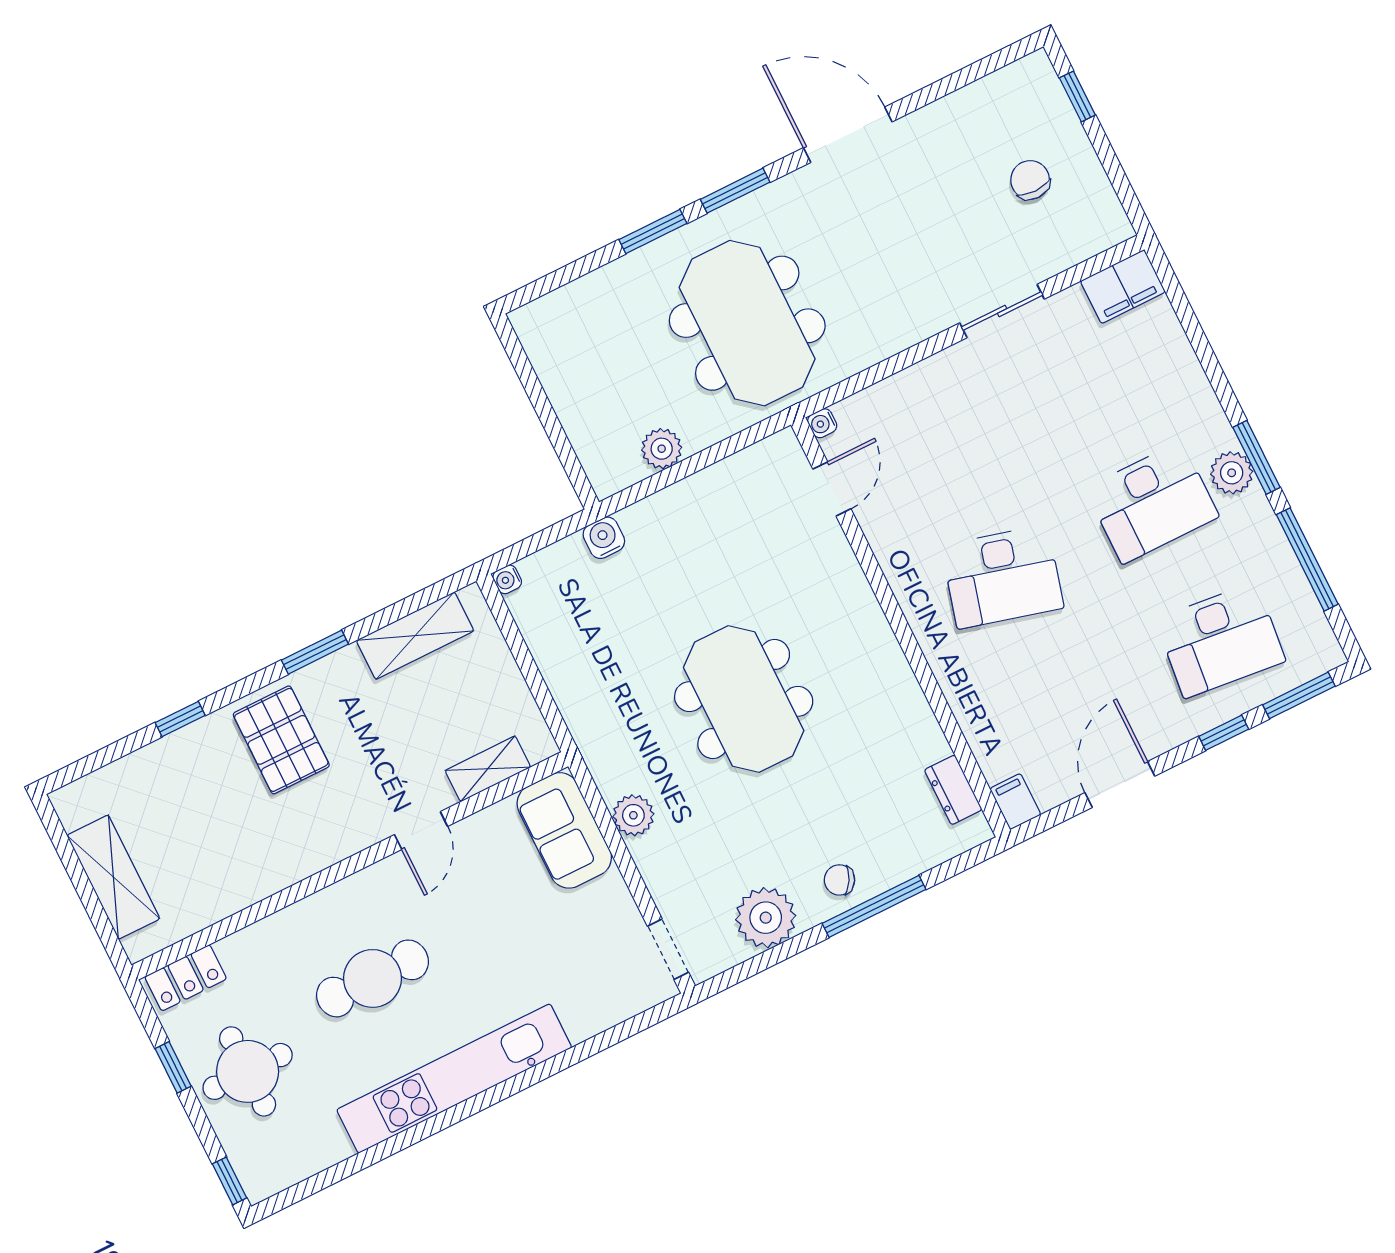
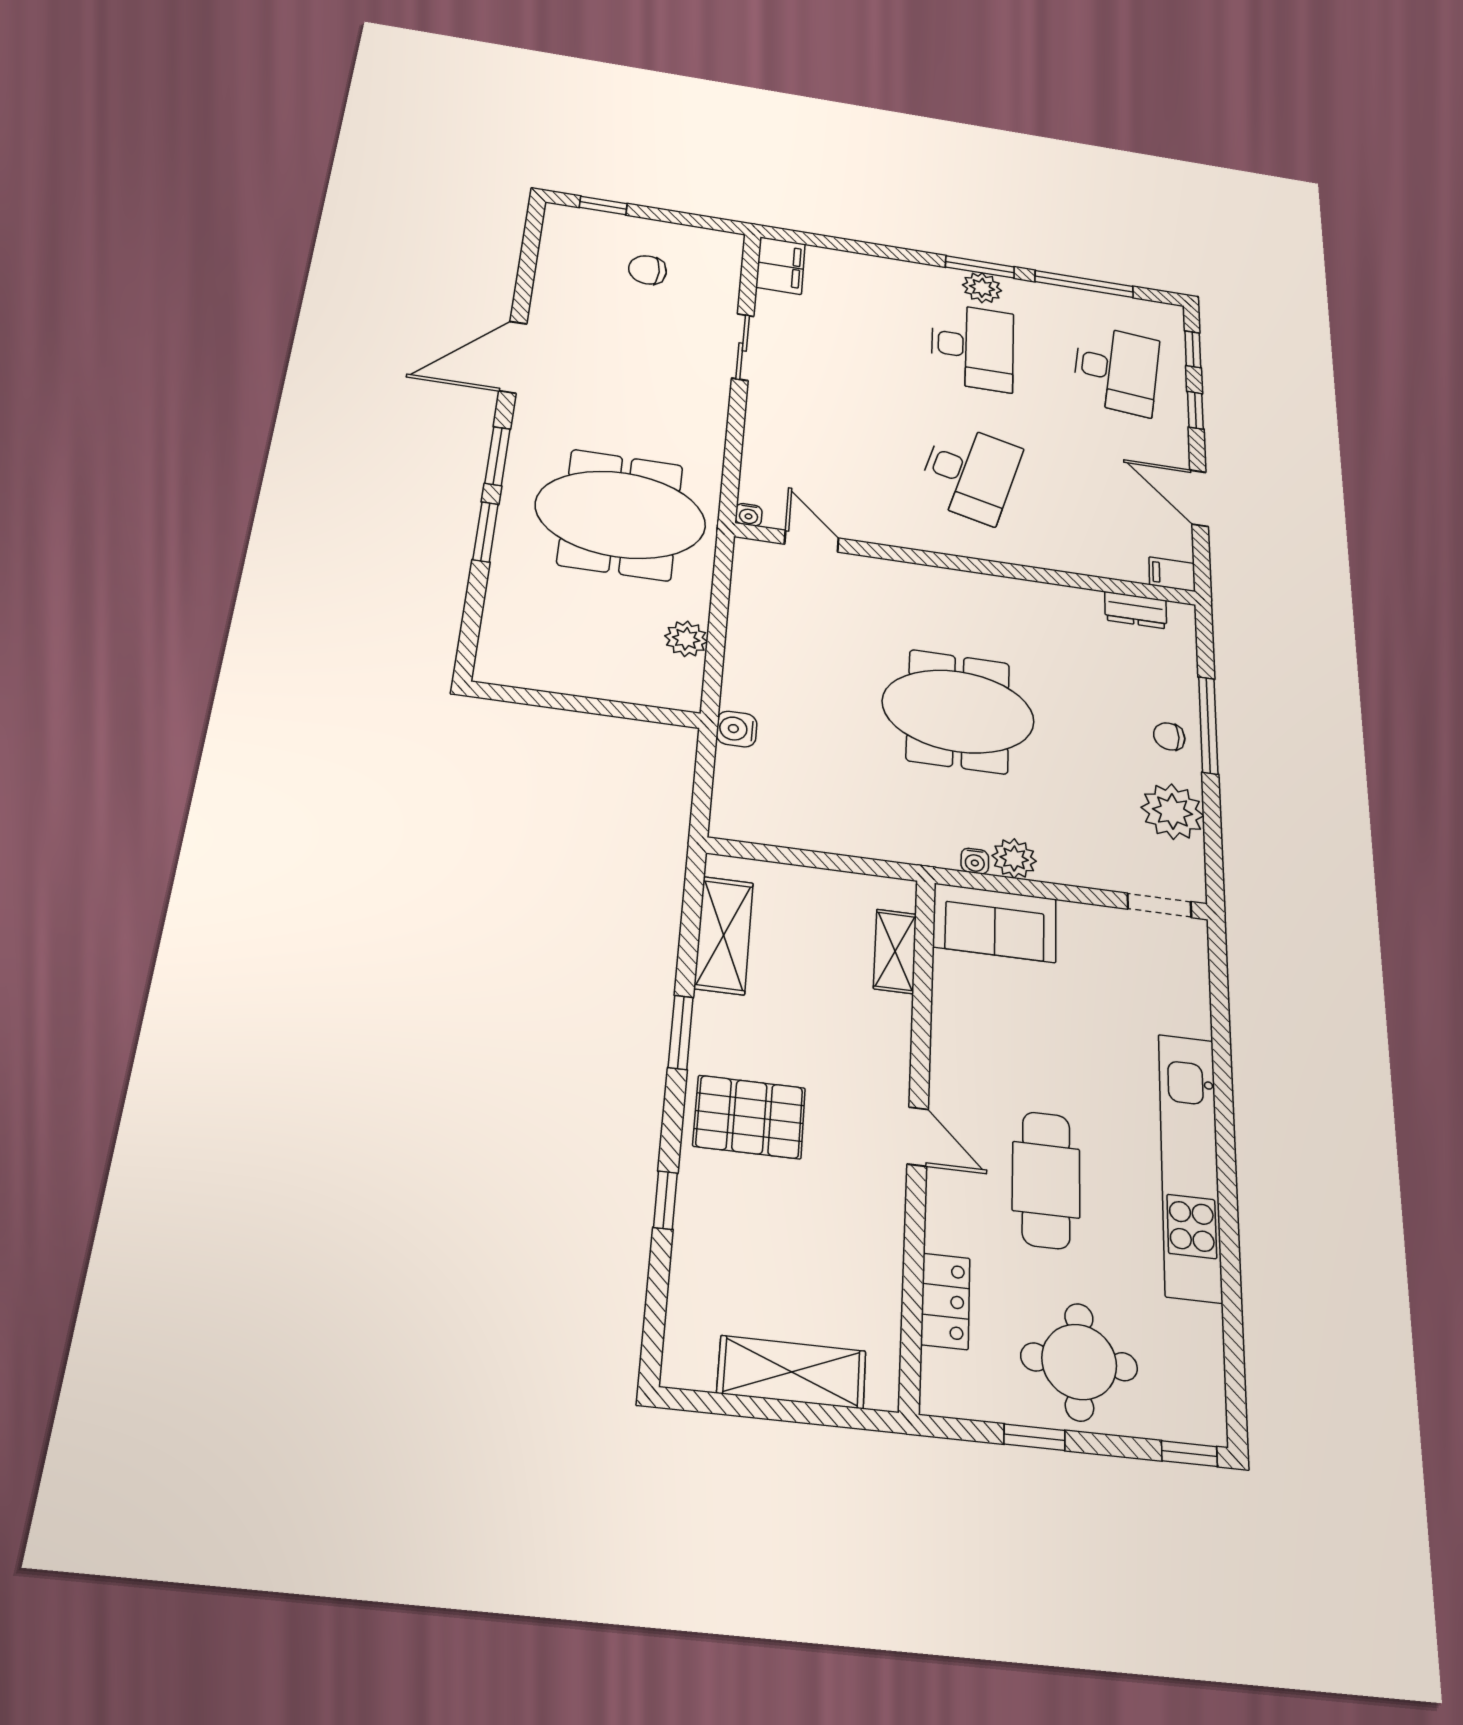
water cooler: (507, 579) -> (975, 861), moved
window: (1299, 695) -> (1193, 349), width x0.67
door: (421, 830) -> (918, 1137), moved
chair: (839, 880) -> (1169, 736), turned 61
locker: (186, 978) -> (945, 1301), moved

